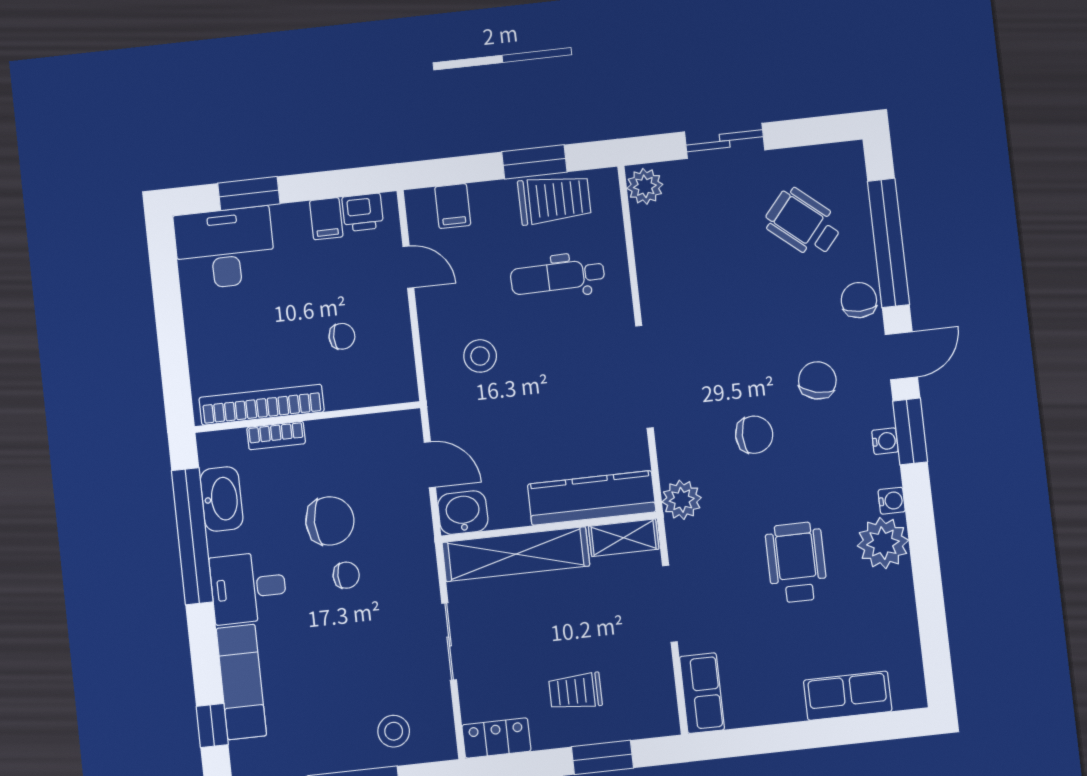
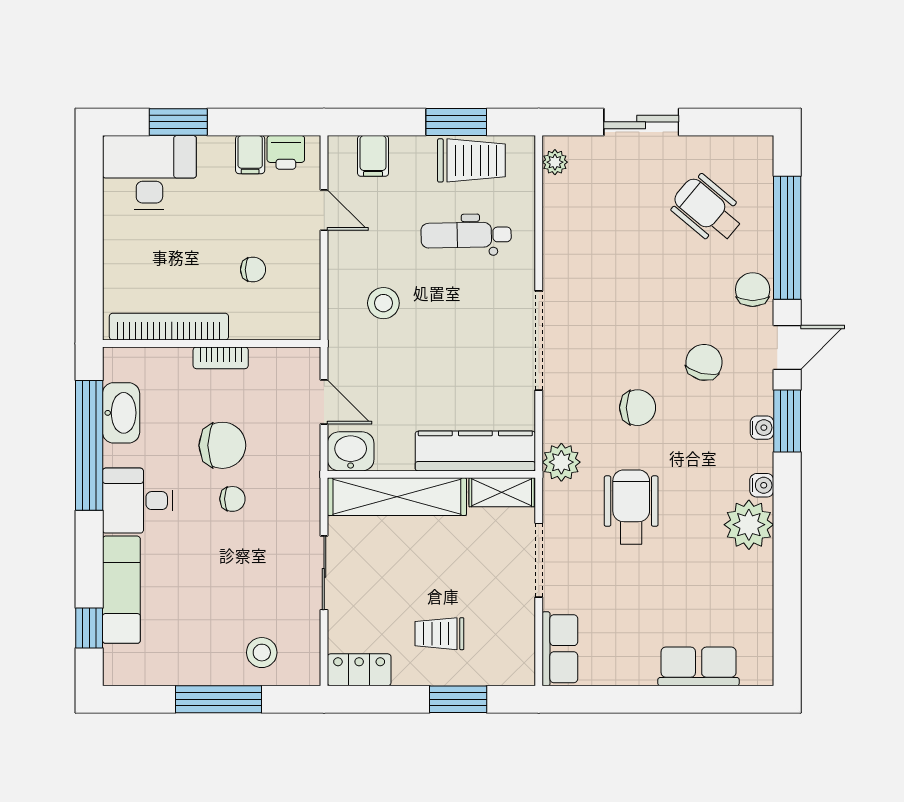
plant: (645, 186) -> (555, 162), width x0.73, depth x0.73
bookcase: (276, 436) -> (221, 358), moved
wheelchair: (796, 562) -> (631, 507), moved

